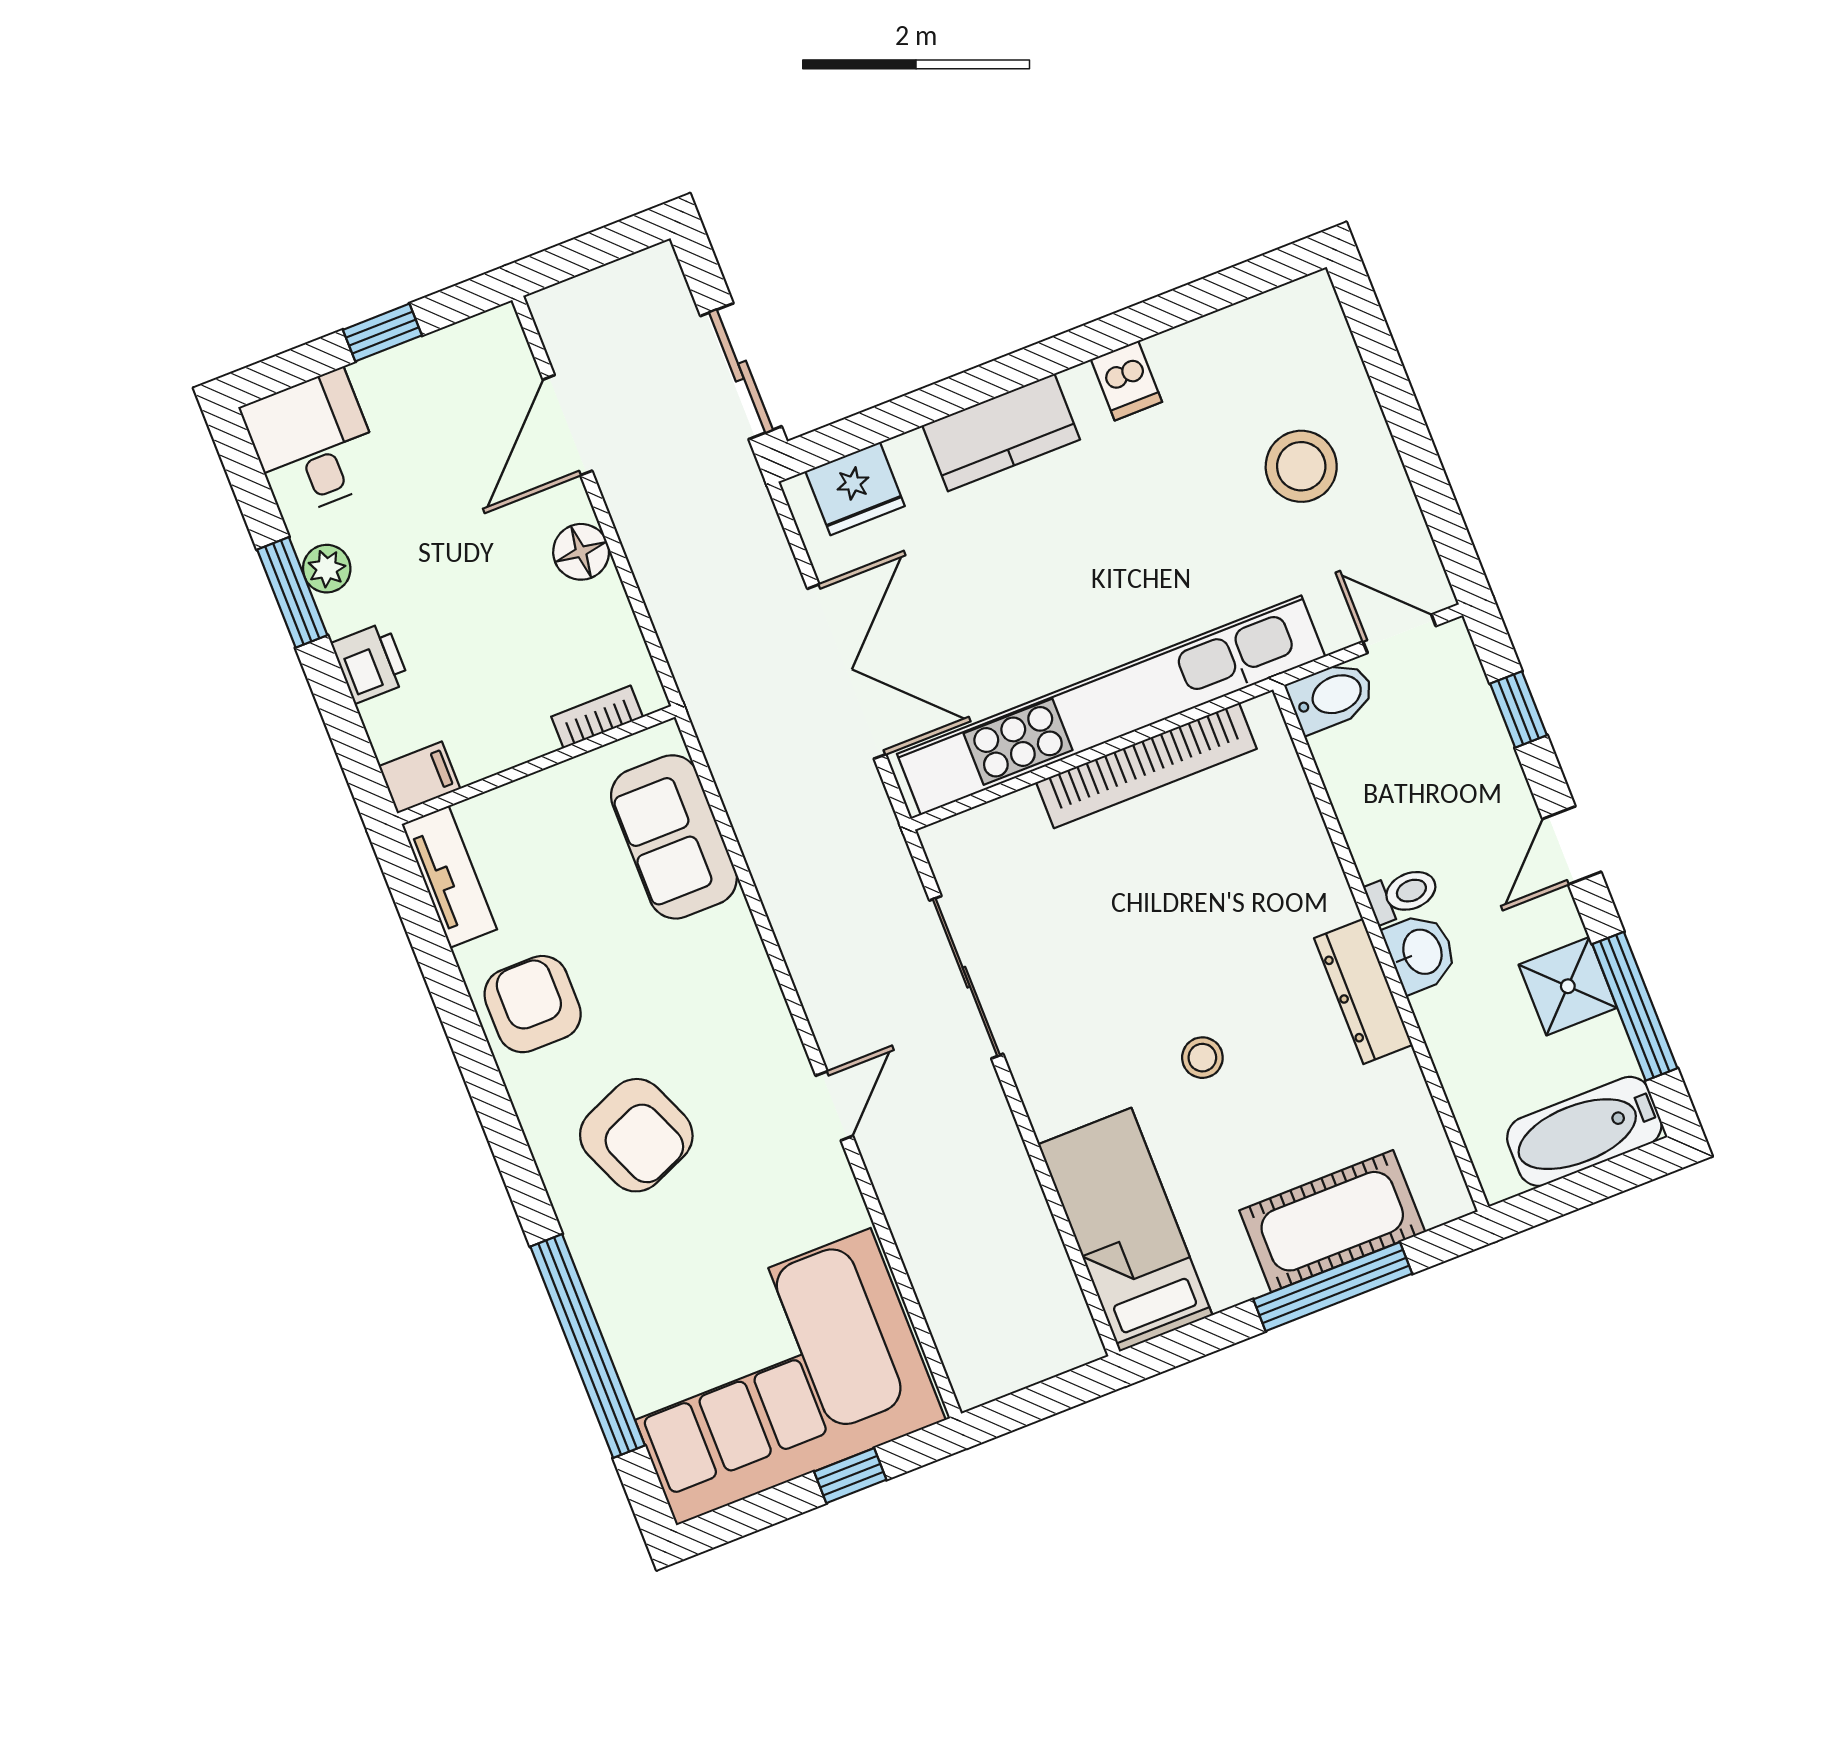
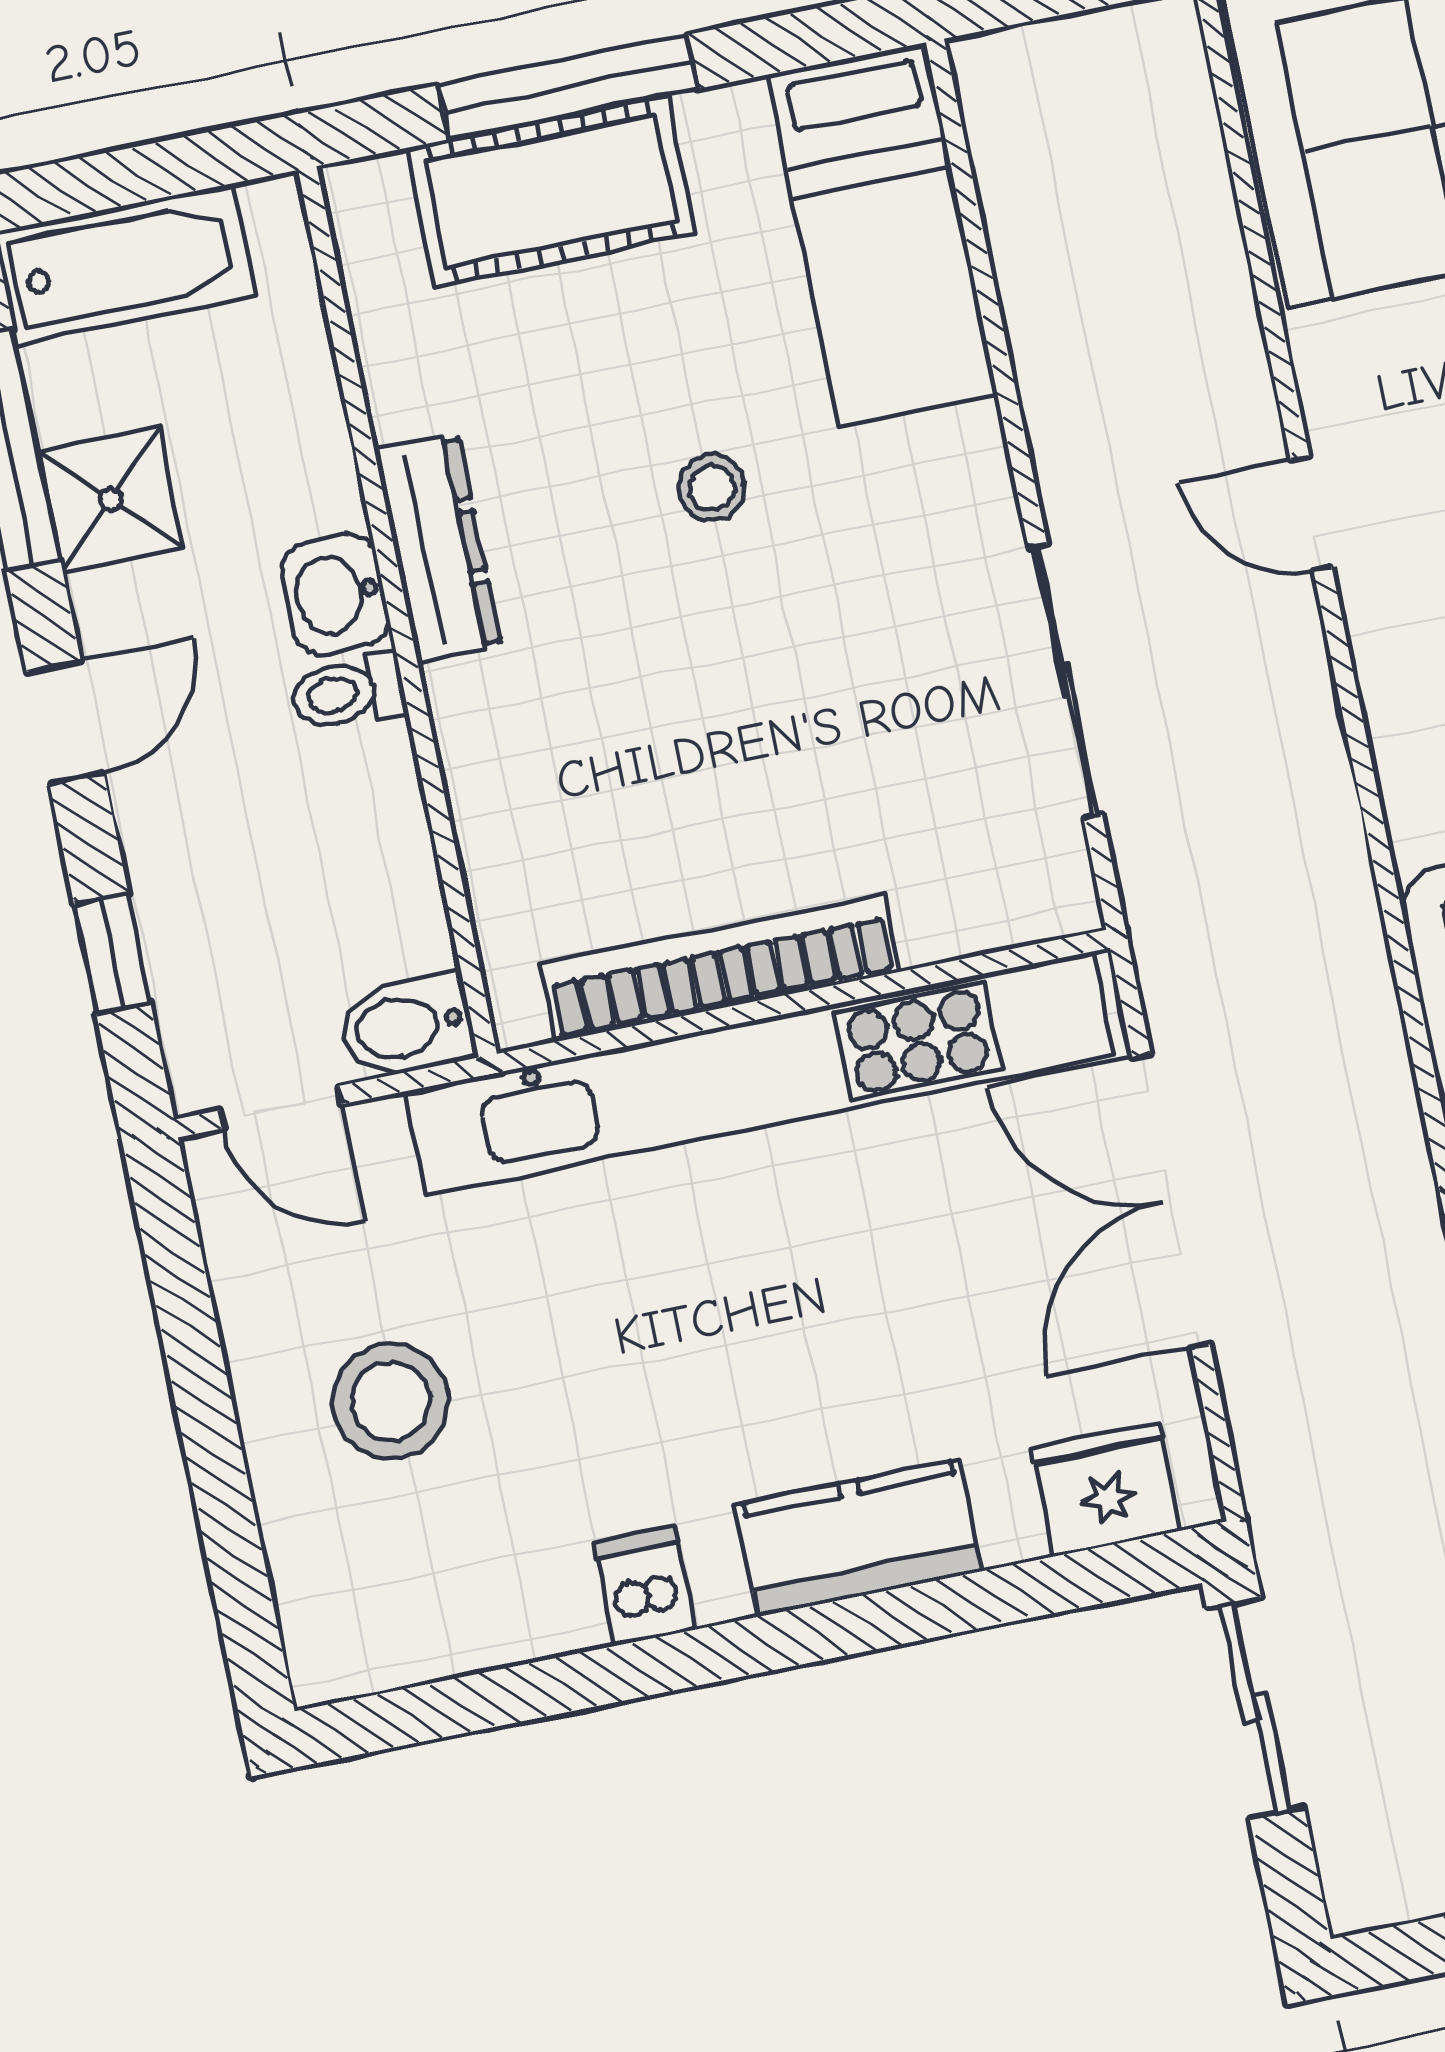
door: (834, 1106) -> (1311, 513), hinge flipped

